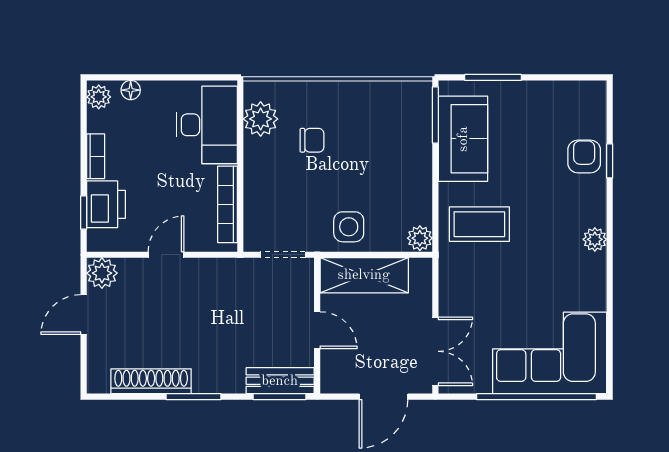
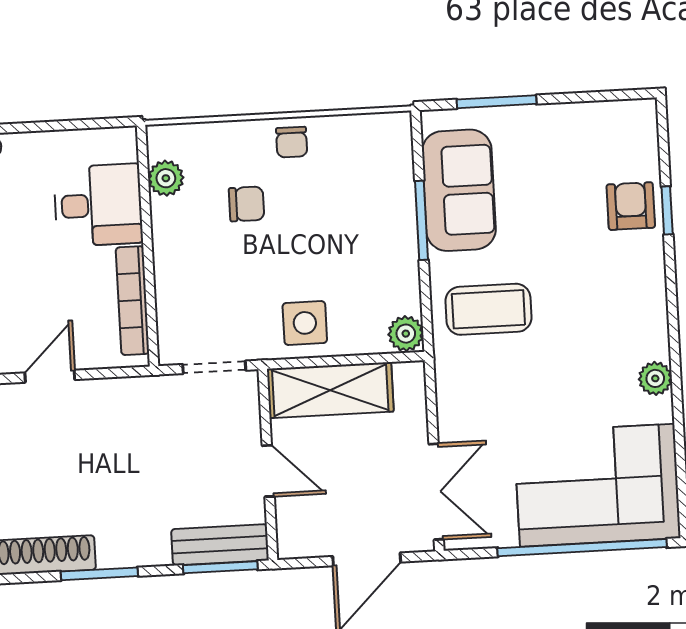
chair: (346, 98) -> (292, 142), added
window: (435, 115) -> (422, 220), moved
plant: (261, 119) -> (166, 178), width x0.73, depth x0.73
desk: (207, 125) -> (98, 205), width x0.73
plant: (595, 239) -> (655, 378), moved

